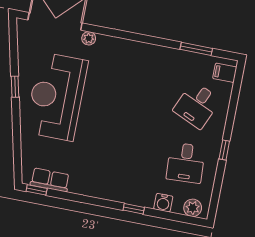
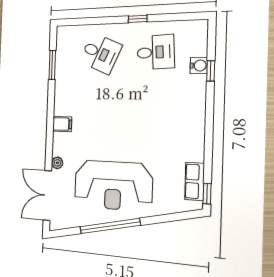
filing cabinet: (225, 73) -> (62, 124), moved, turned -90
window: (15, 87) -> (110, 226), width x3.17
plant: (193, 208) -> (199, 36), removed
window: (134, 209) -> (211, 71), moved

